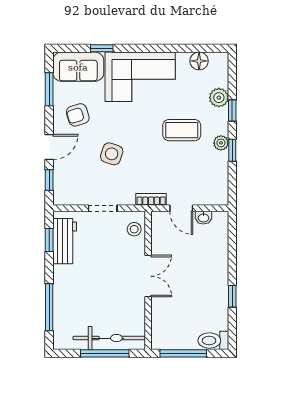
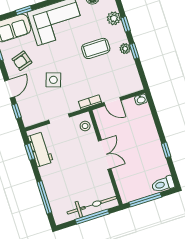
washbasin: (203, 218) -> (141, 99), moved

